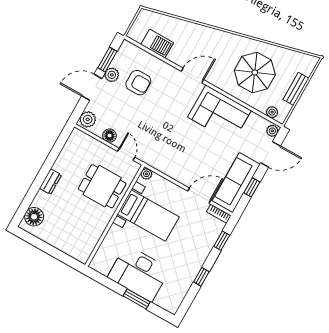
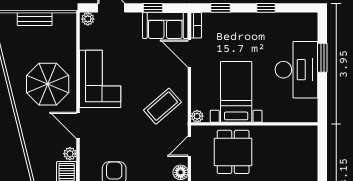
parasol: (255, 72) -> (48, 84), moved
plant: (272, 112) -> (70, 154), moved
coffee table: (170, 151) -> (162, 106), added
sofa: (236, 183) -> (165, 26), width x0.73

